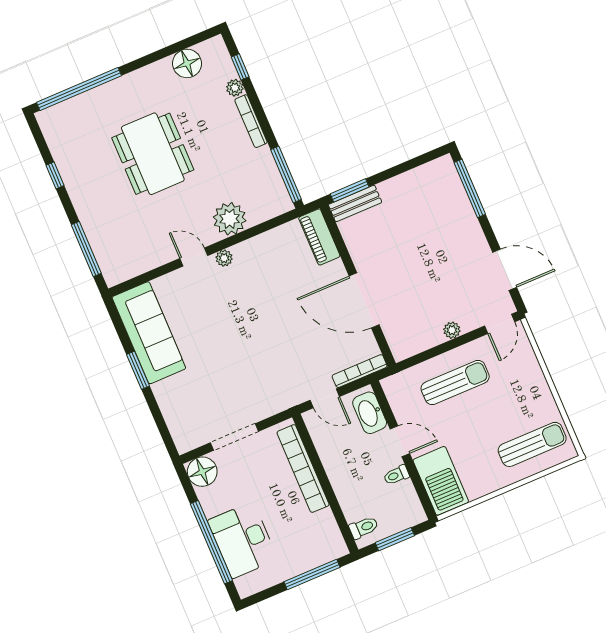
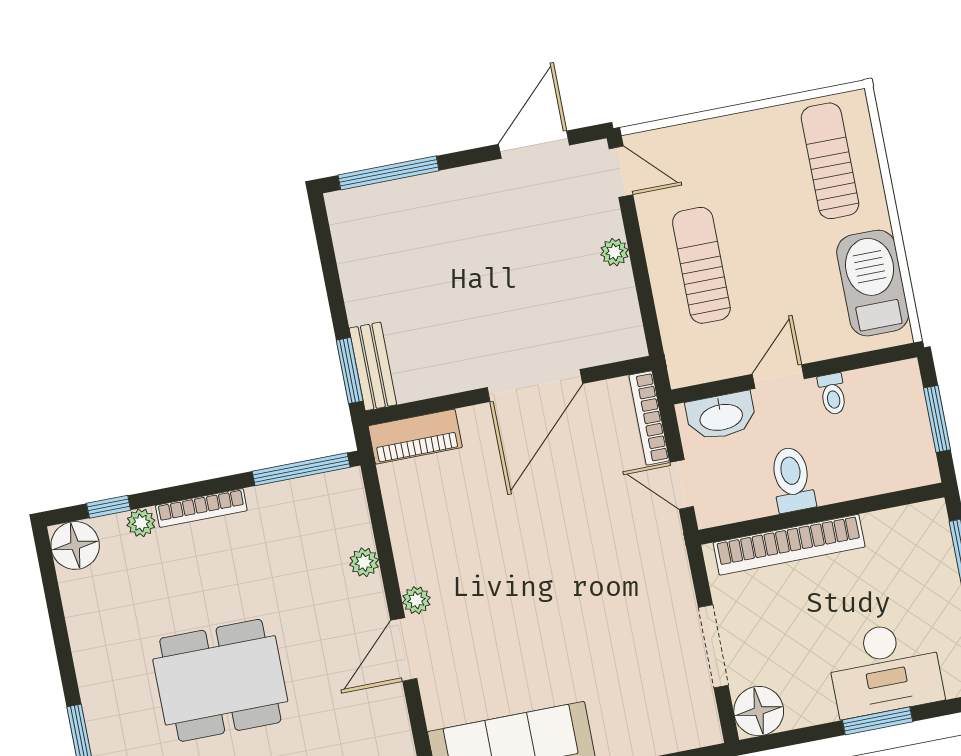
floor lamp: (187, 63) -> (75, 545), moved
plant: (230, 219) -> (364, 562), width x0.53, depth x0.53
door: (194, 257) -> (404, 649), width x1.38
door: (325, 398) -> (682, 484), swing flipped
barbecue: (441, 481) -> (873, 283), moved, turned -90
toilet: (364, 527) -> (792, 479), moved, width x1.37, depth x1.39
window: (211, 542) -> (878, 721), width x0.47

